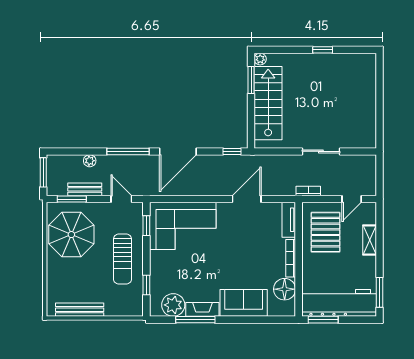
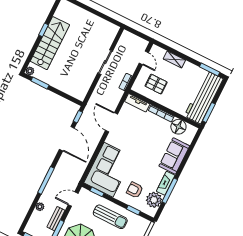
stairs: (268, 103) -> (50, 43), moved, turned 90
door: (178, 151) -> (67, 139), moved
pallet: (326, 232) -> (156, 84), width x0.67, depth x0.71
armchair: (173, 273) -> (135, 190), added

